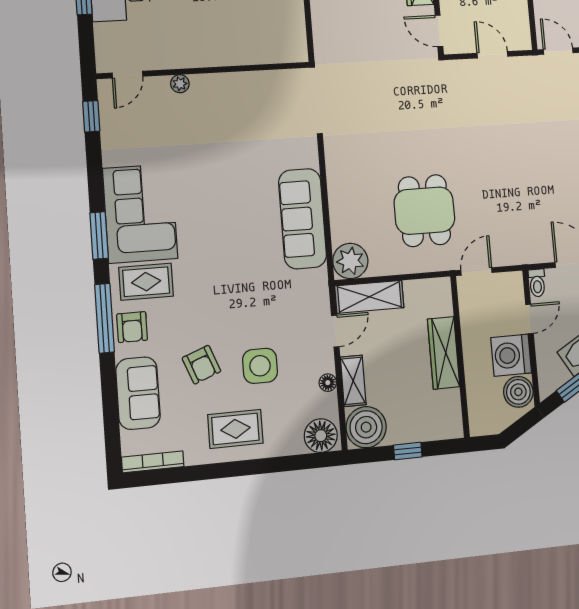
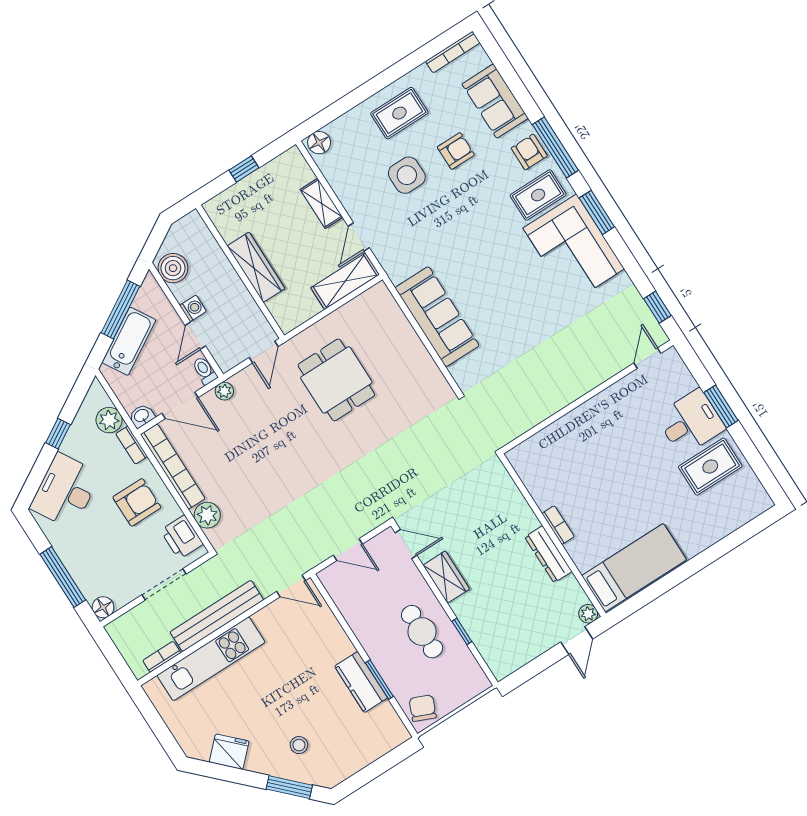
plant: (180, 84) -> (601, 374), removed
plant: (350, 261) -> (224, 391), moved, width x0.53, depth x0.53
washing machine: (511, 355) -> (193, 308), width x0.53, depth x0.53
armchair: (201, 365) -> (456, 151), turned 111
floor lamp: (328, 383) -> (342, 191), removed
boiler: (366, 427) -> (290, 171), removed
floor lamp: (321, 436) -> (319, 143), width x0.73, depth x0.73

